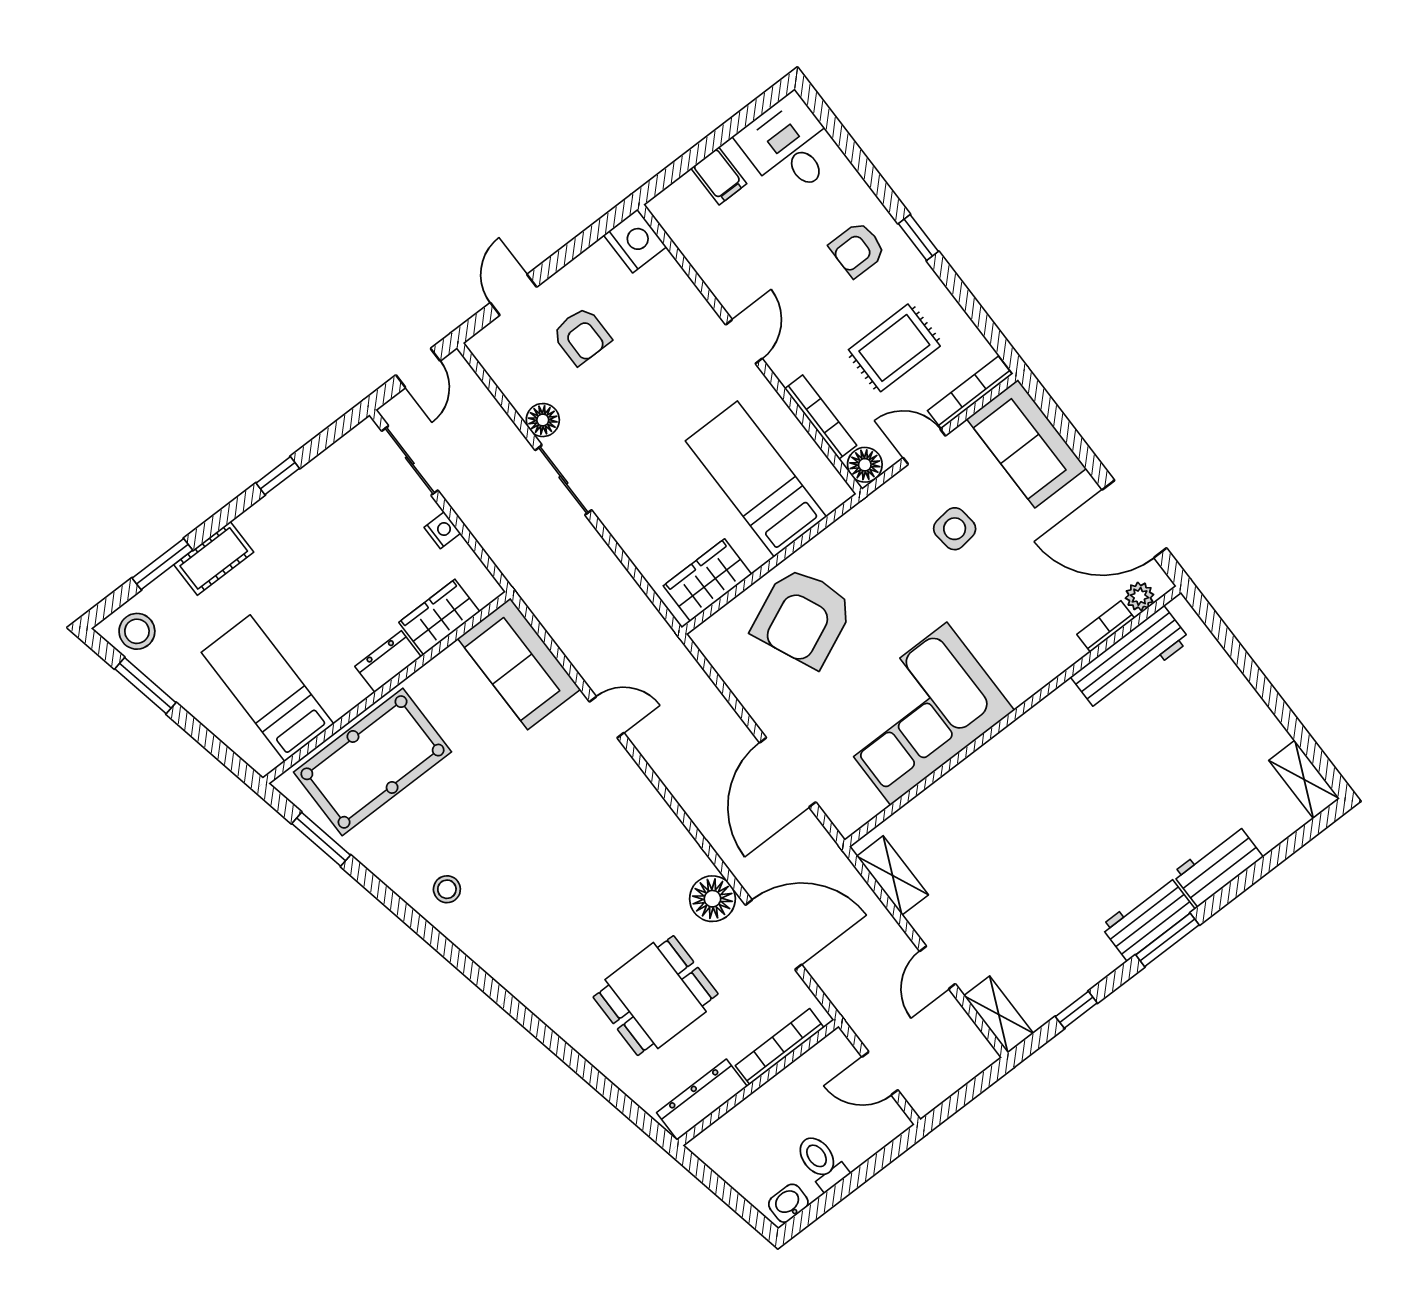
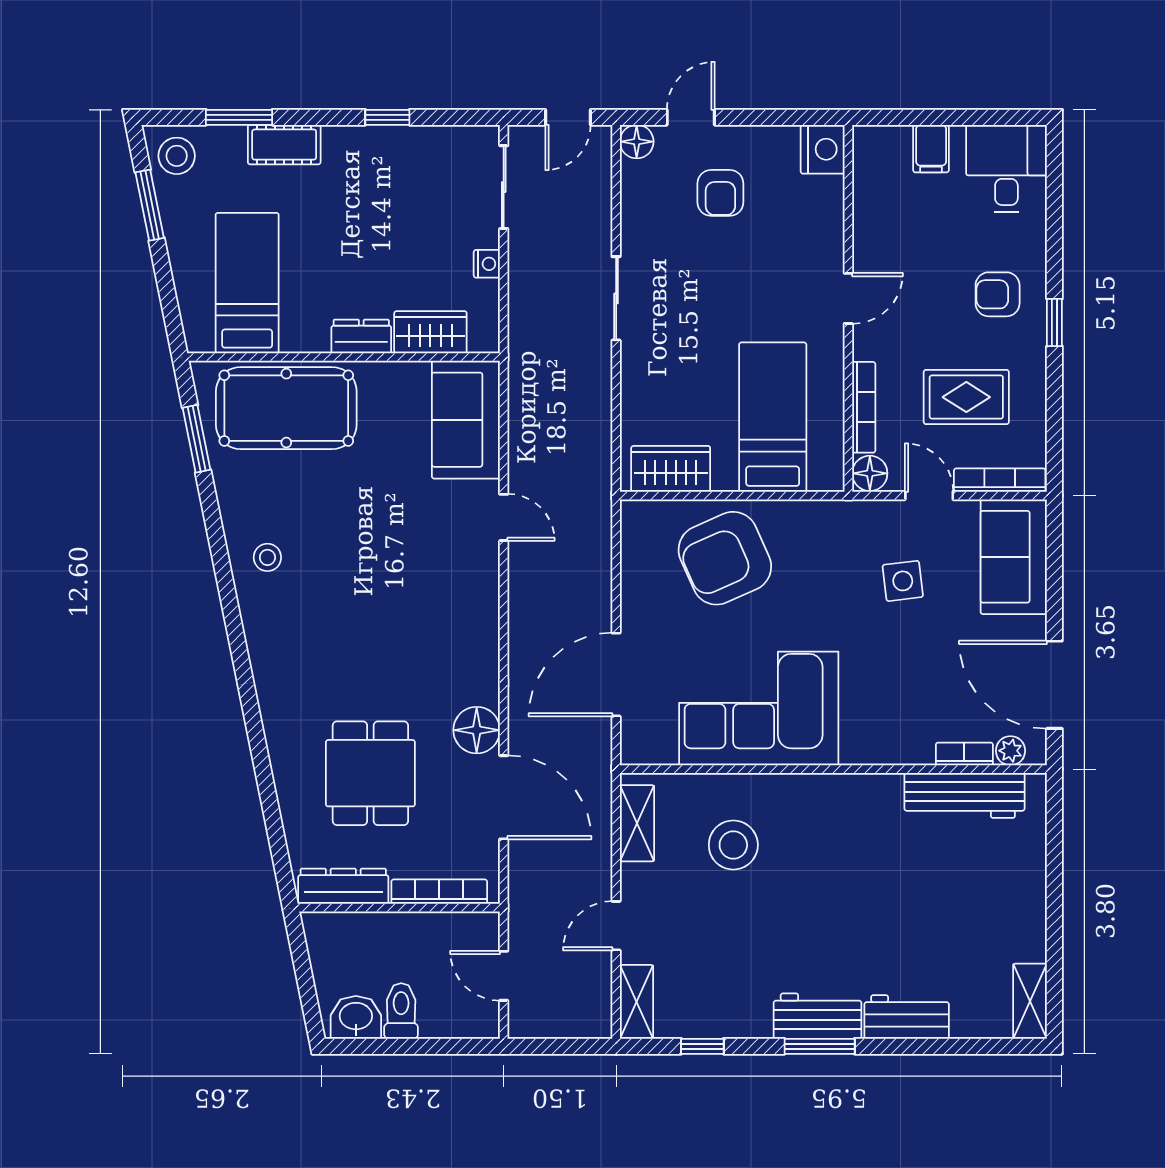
floor lamp: (543, 420) -> (637, 142), moved
stool: (980, 835) -> (733, 845), added
dining table: (656, 996) -> (370, 773), turned 90
washbasin: (788, 1203) -> (356, 1017), width x1.38, depth x1.45

